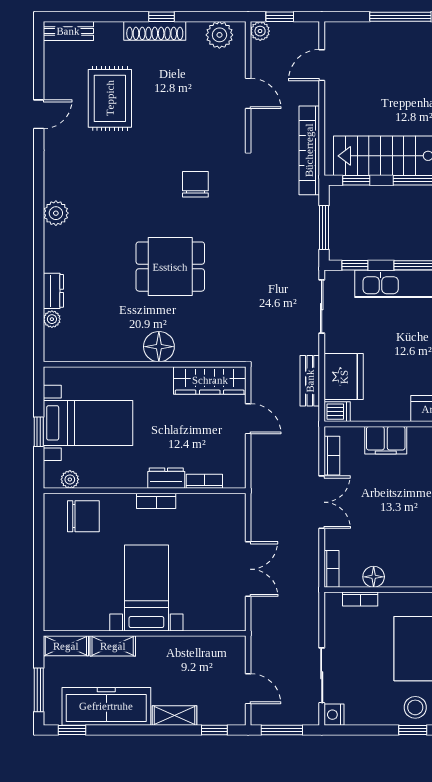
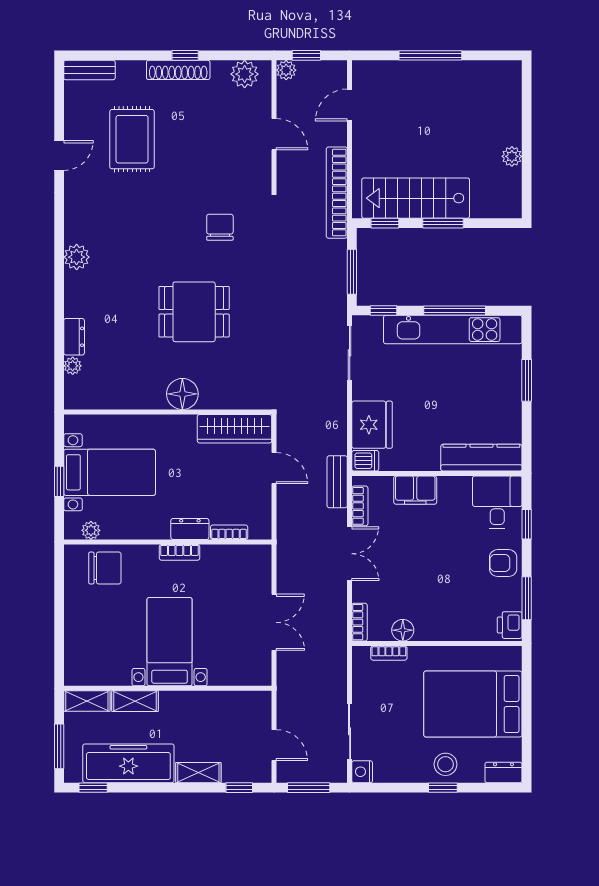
bench: (310, 381) -> (337, 482), moved

